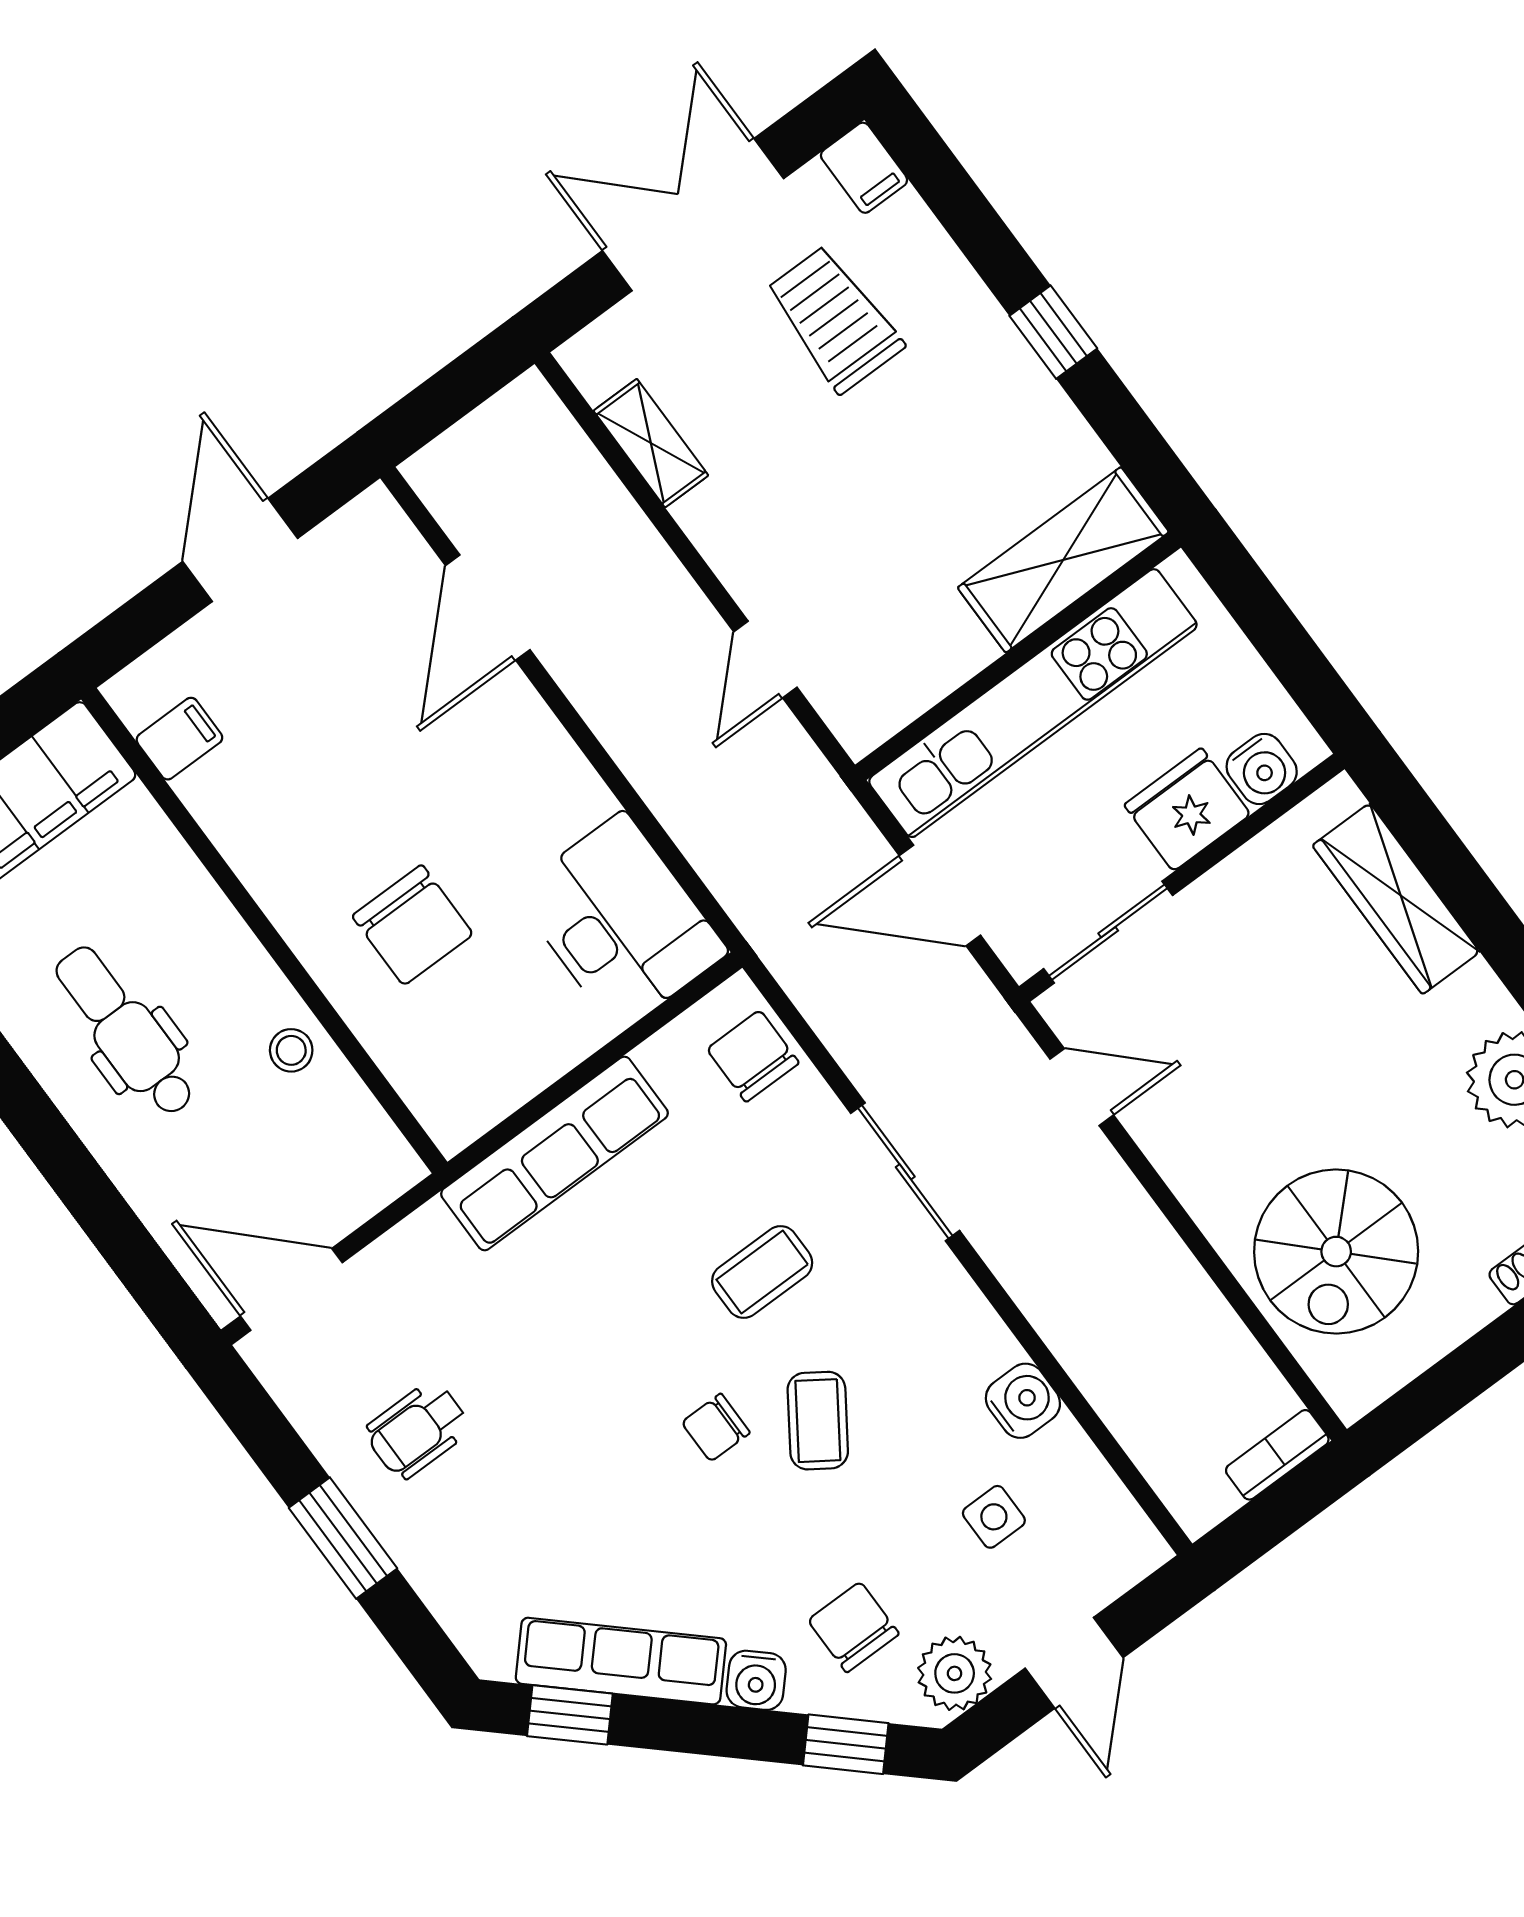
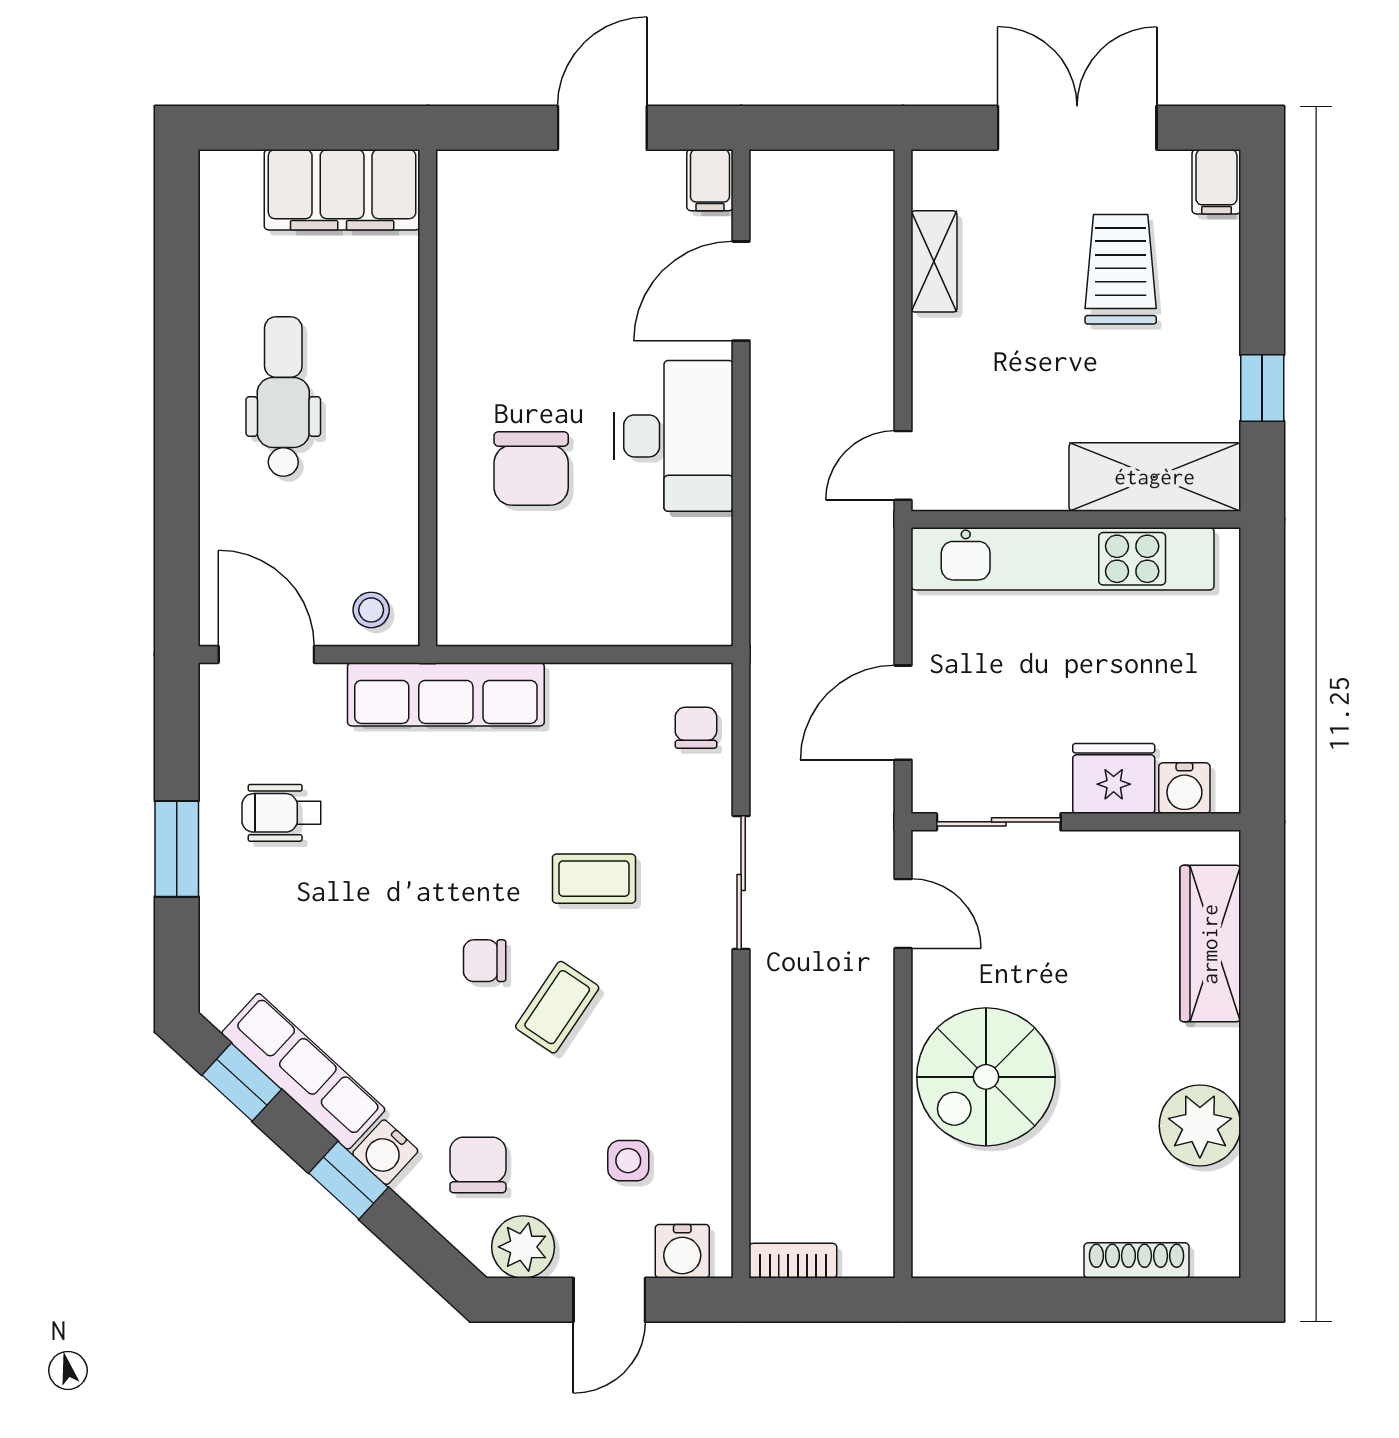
shelving: (1063, 560) -> (1155, 477), moved
wall: (1018, 656) -> (1076, 519), moved
kitchen unit: (1033, 703) -> (1063, 559), moved
filing cabinet: (179, 739) -> (710, 180), moved, turned 90
door: (940, 895) -> (903, 713), hinge flipped
desk: (621, 922) -> (674, 436), moved
stool: (291, 1050) -> (371, 610), moved
chair: (753, 1056) -> (696, 728), width x0.73, depth x0.73
row of seats: (554, 1153) -> (446, 694), moved
spiral stairs: (1336, 1252) -> (986, 1077), moved
water cooler: (1023, 1401) -> (682, 1251), moved, turned 90
bookcase: (1277, 1455) -> (793, 1261), moved
window: (846, 1744) -> (348, 1180), moved

